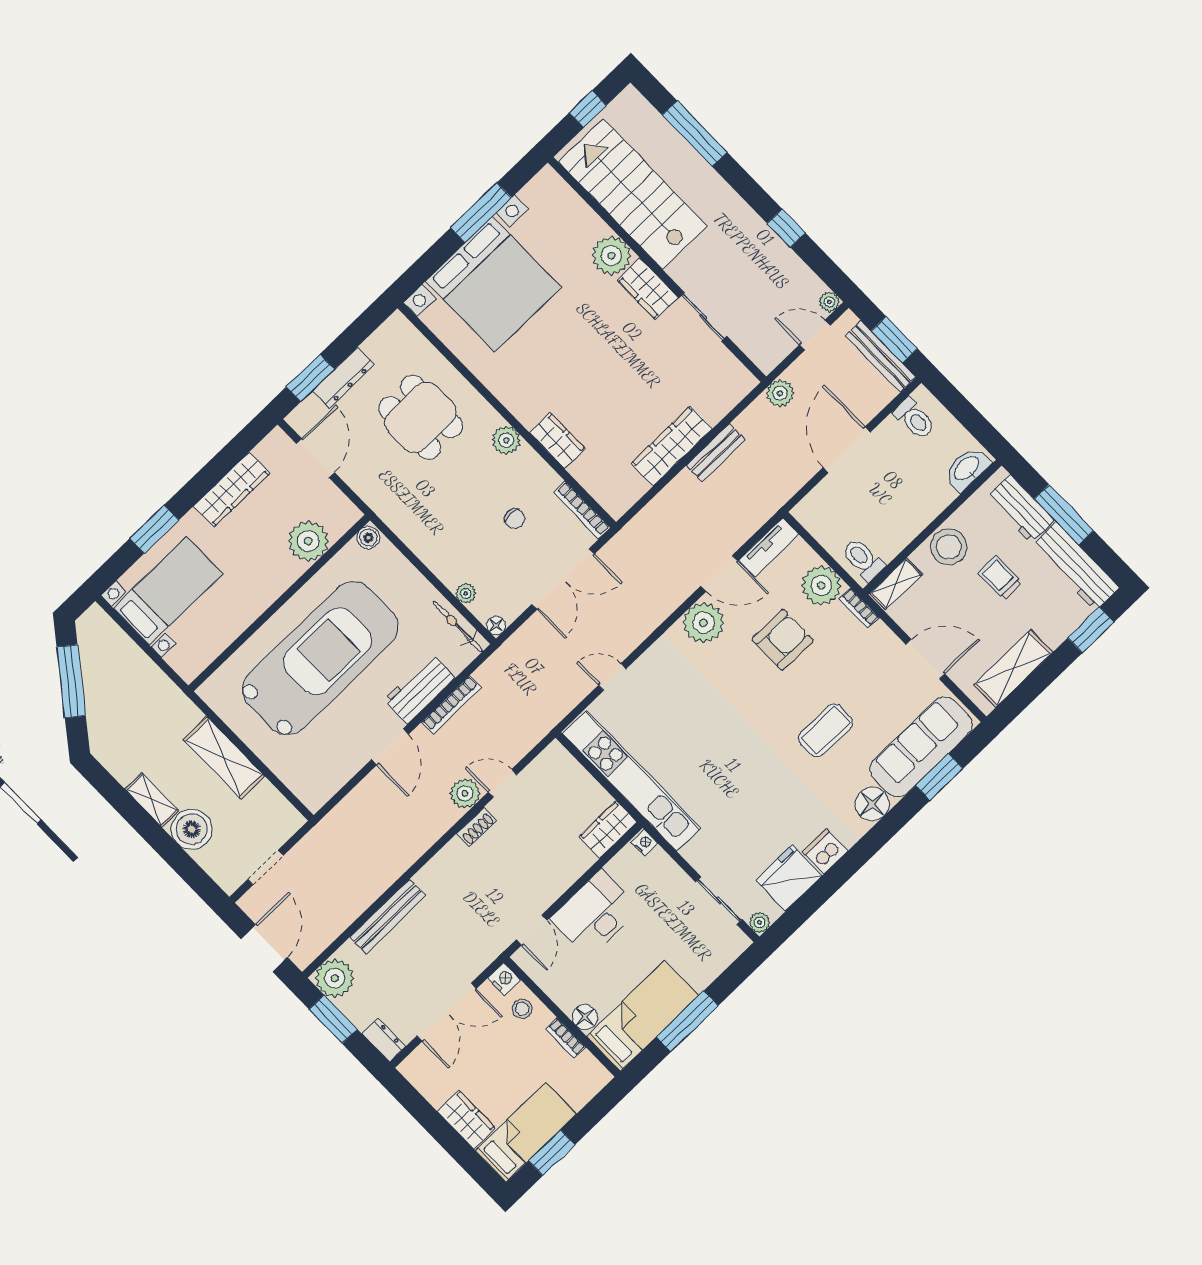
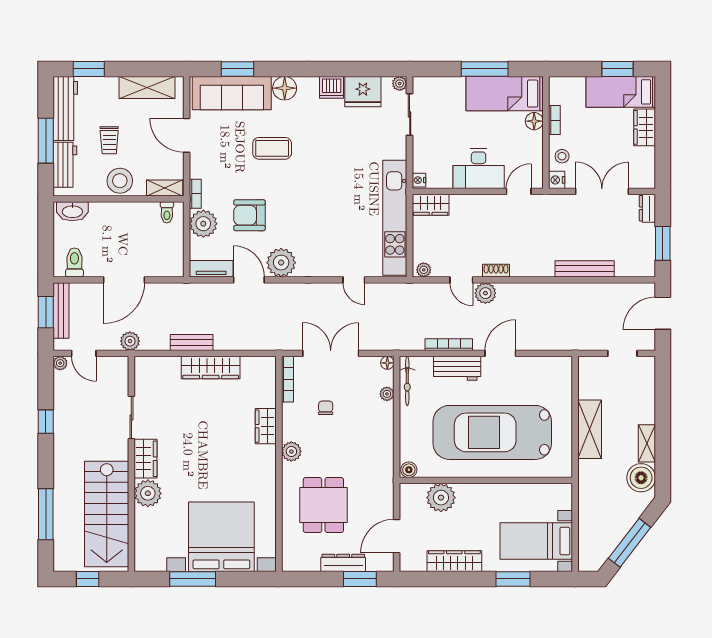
toilet: (863, 559) -> (167, 212), width x0.73, depth x0.72
boiler: (192, 829) -> (641, 478), moved
plant: (335, 978) -> (424, 270), moved, width x0.53, depth x0.53

